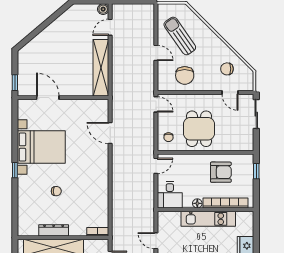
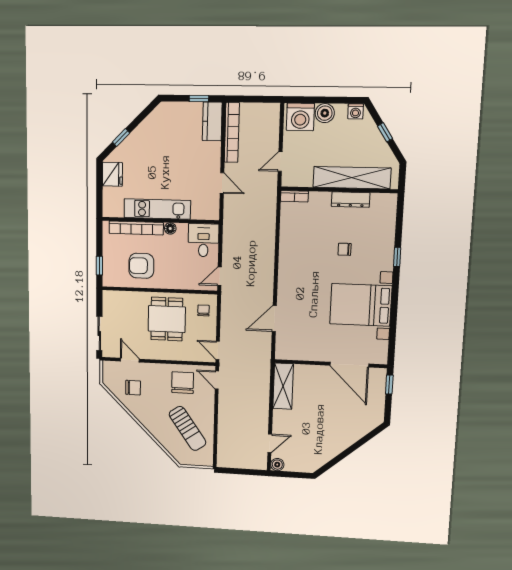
door: (156, 53) -> (217, 380), moved
shelving: (101, 68) -> (283, 386), width x0.68
door: (48, 98) -> (349, 365), width x1.36
door: (110, 133) -> (274, 319), swing flipped
window: (15, 170) -> (397, 257), moved

